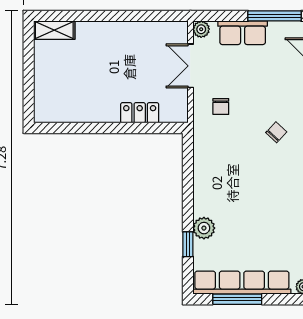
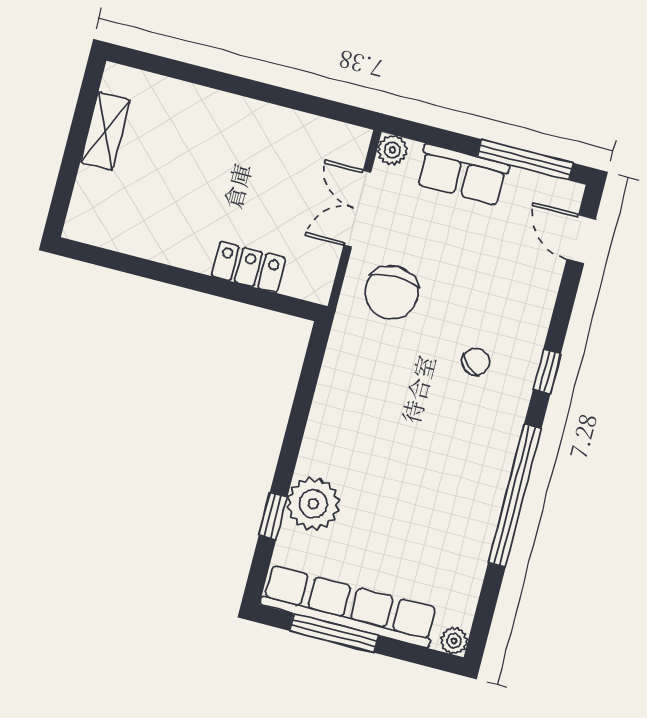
shelving: (54, 30) -> (105, 131), moved, turned 90
chair: (221, 107) -> (392, 292), width x1.87, depth x1.87
plant: (204, 228) -> (313, 504), width x1.36, depth x1.36

